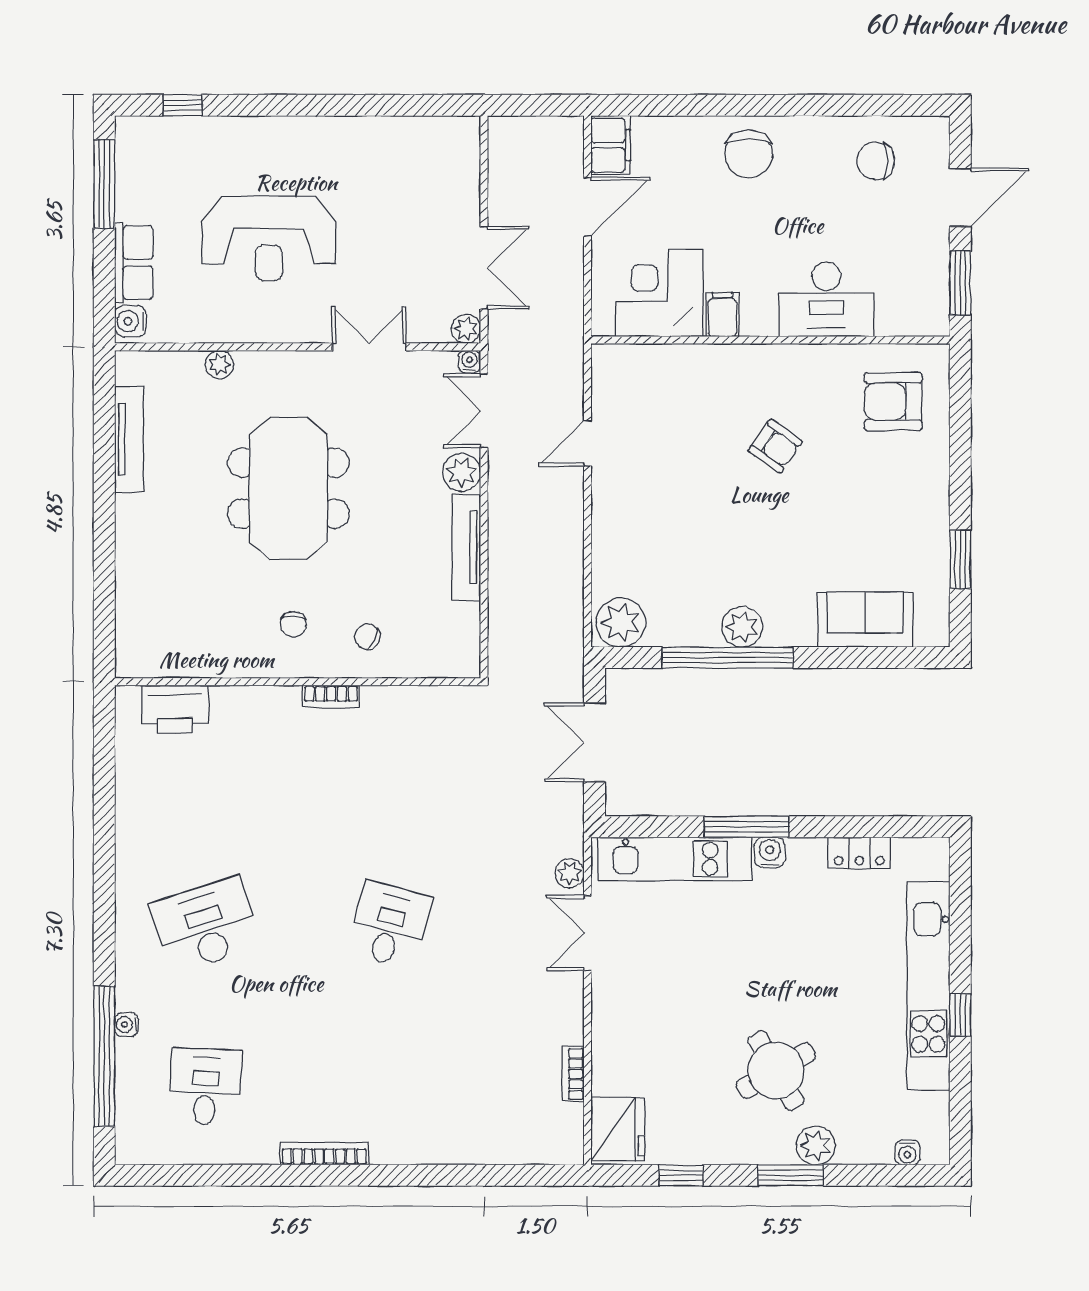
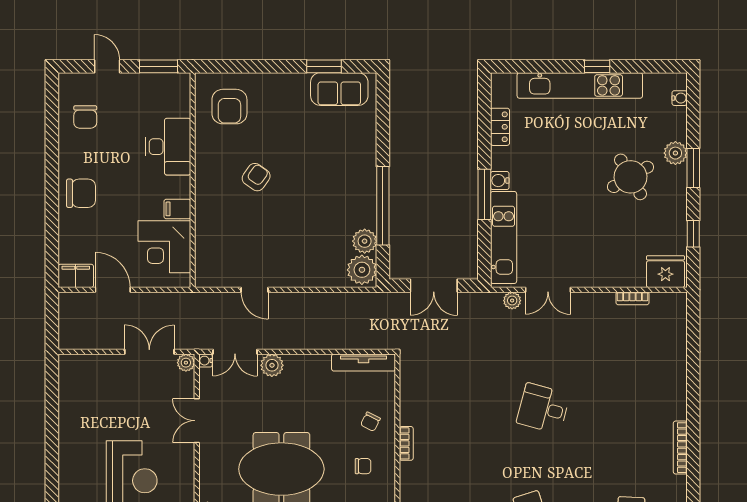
door: (960, 197) -> (107, 66), width x0.73
tv unit: (466, 547) -> (364, 362), moved
sofa: (865, 620) -> (339, 89), moved, turned -90
plant: (742, 627) -> (365, 241), moved

